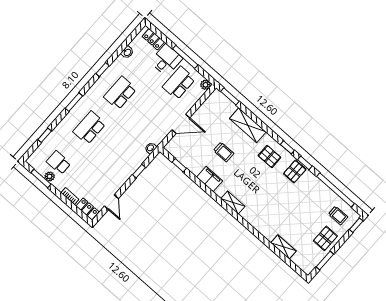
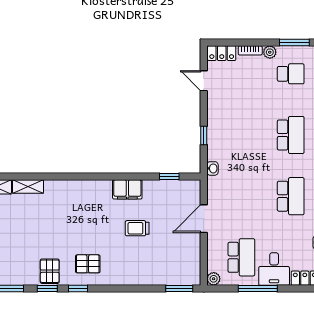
shelving: (248, 125) -> (136, 276), removed
plant: (50, 176) -> (270, 52), moved
shelving: (233, 203) -> (28, 187), moved

